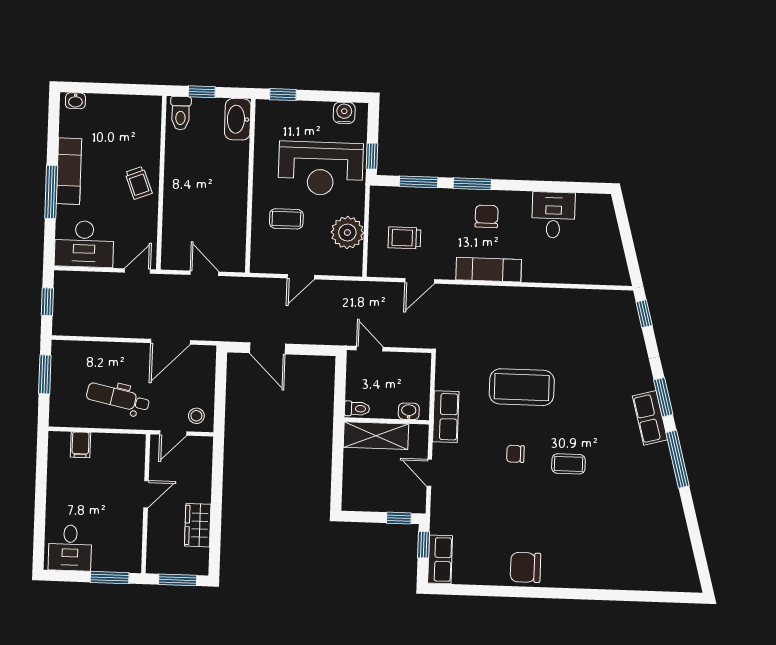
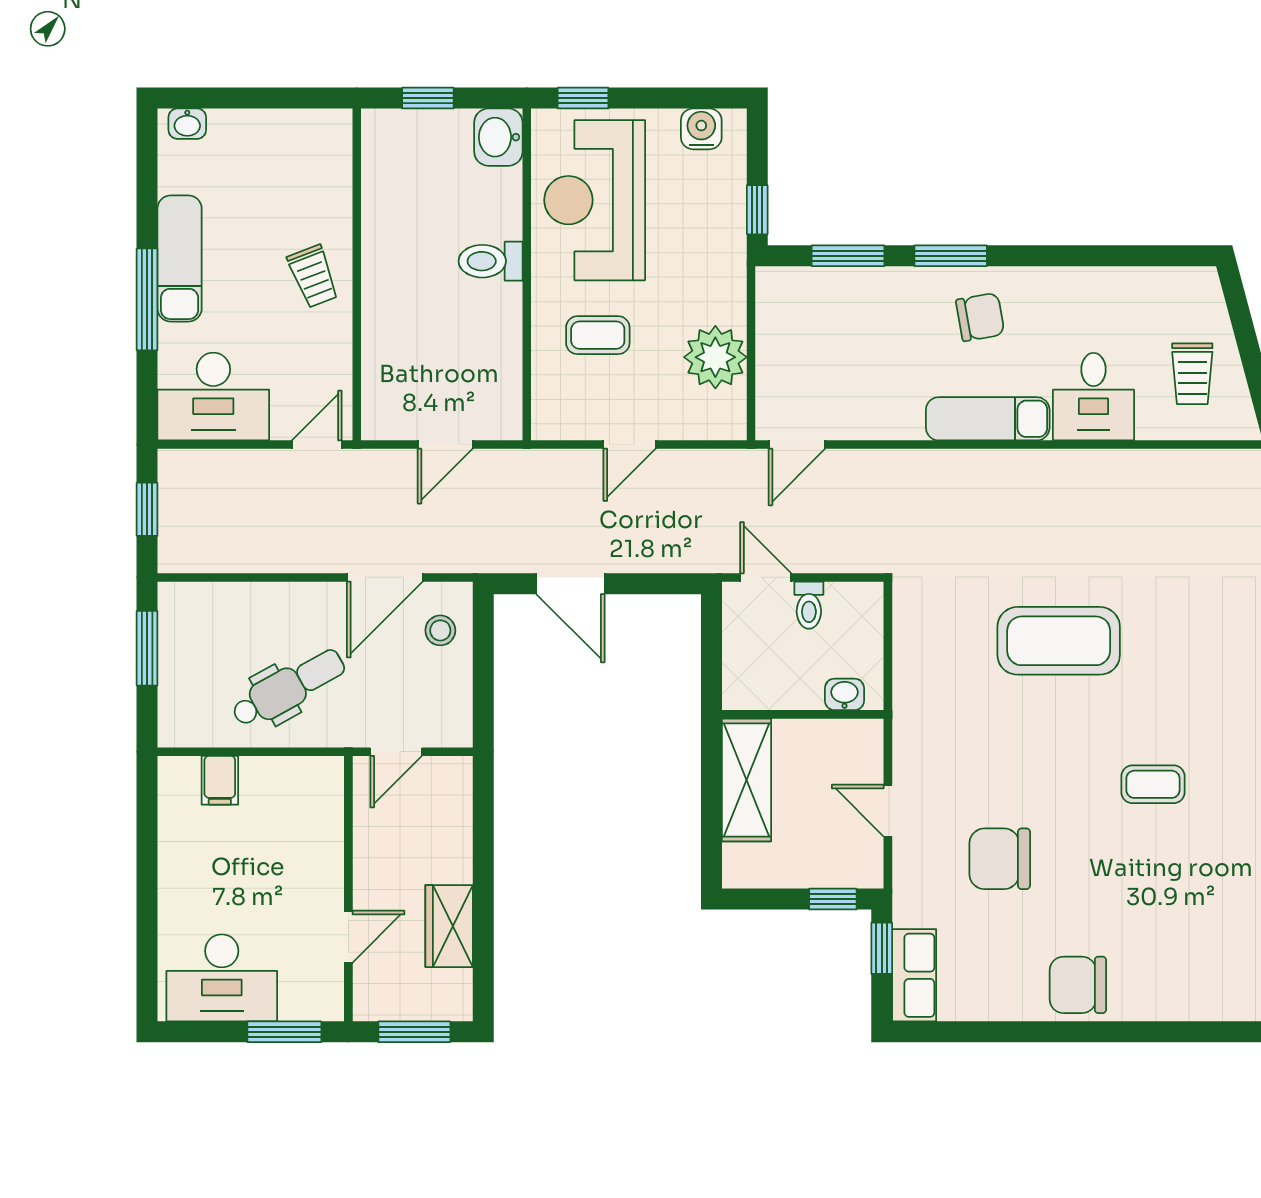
toilet: (181, 113) -> (491, 261), moved, turned 90
washbasin: (238, 119) -> (498, 137), width x0.72
reception desk: (321, 168) -> (595, 200), moved, turned 90
desk: (553, 215) -> (1094, 397), moved, turned 180
chair: (487, 216) -> (980, 317), turned 80
trolley: (404, 238) -> (1192, 374), moved, turned -90
door: (204, 273) -> (445, 445), swing flipped
door: (420, 281) -> (797, 445), moved
dental chair: (118, 398) -> (288, 688), turned 139
toilet: (357, 409) -> (809, 605), moved, turned 90
stool: (196, 416) -> (440, 630), moved
row of seats: (446, 417) -> (915, 702), removed
shelving: (376, 436) -> (746, 780), moved, turned 90
chair: (515, 454) -> (1000, 859), moved, width x1.87, depth x1.87
door: (146, 494) -> (348, 937), moved
desk: (70, 548) -> (222, 978), width x1.37

